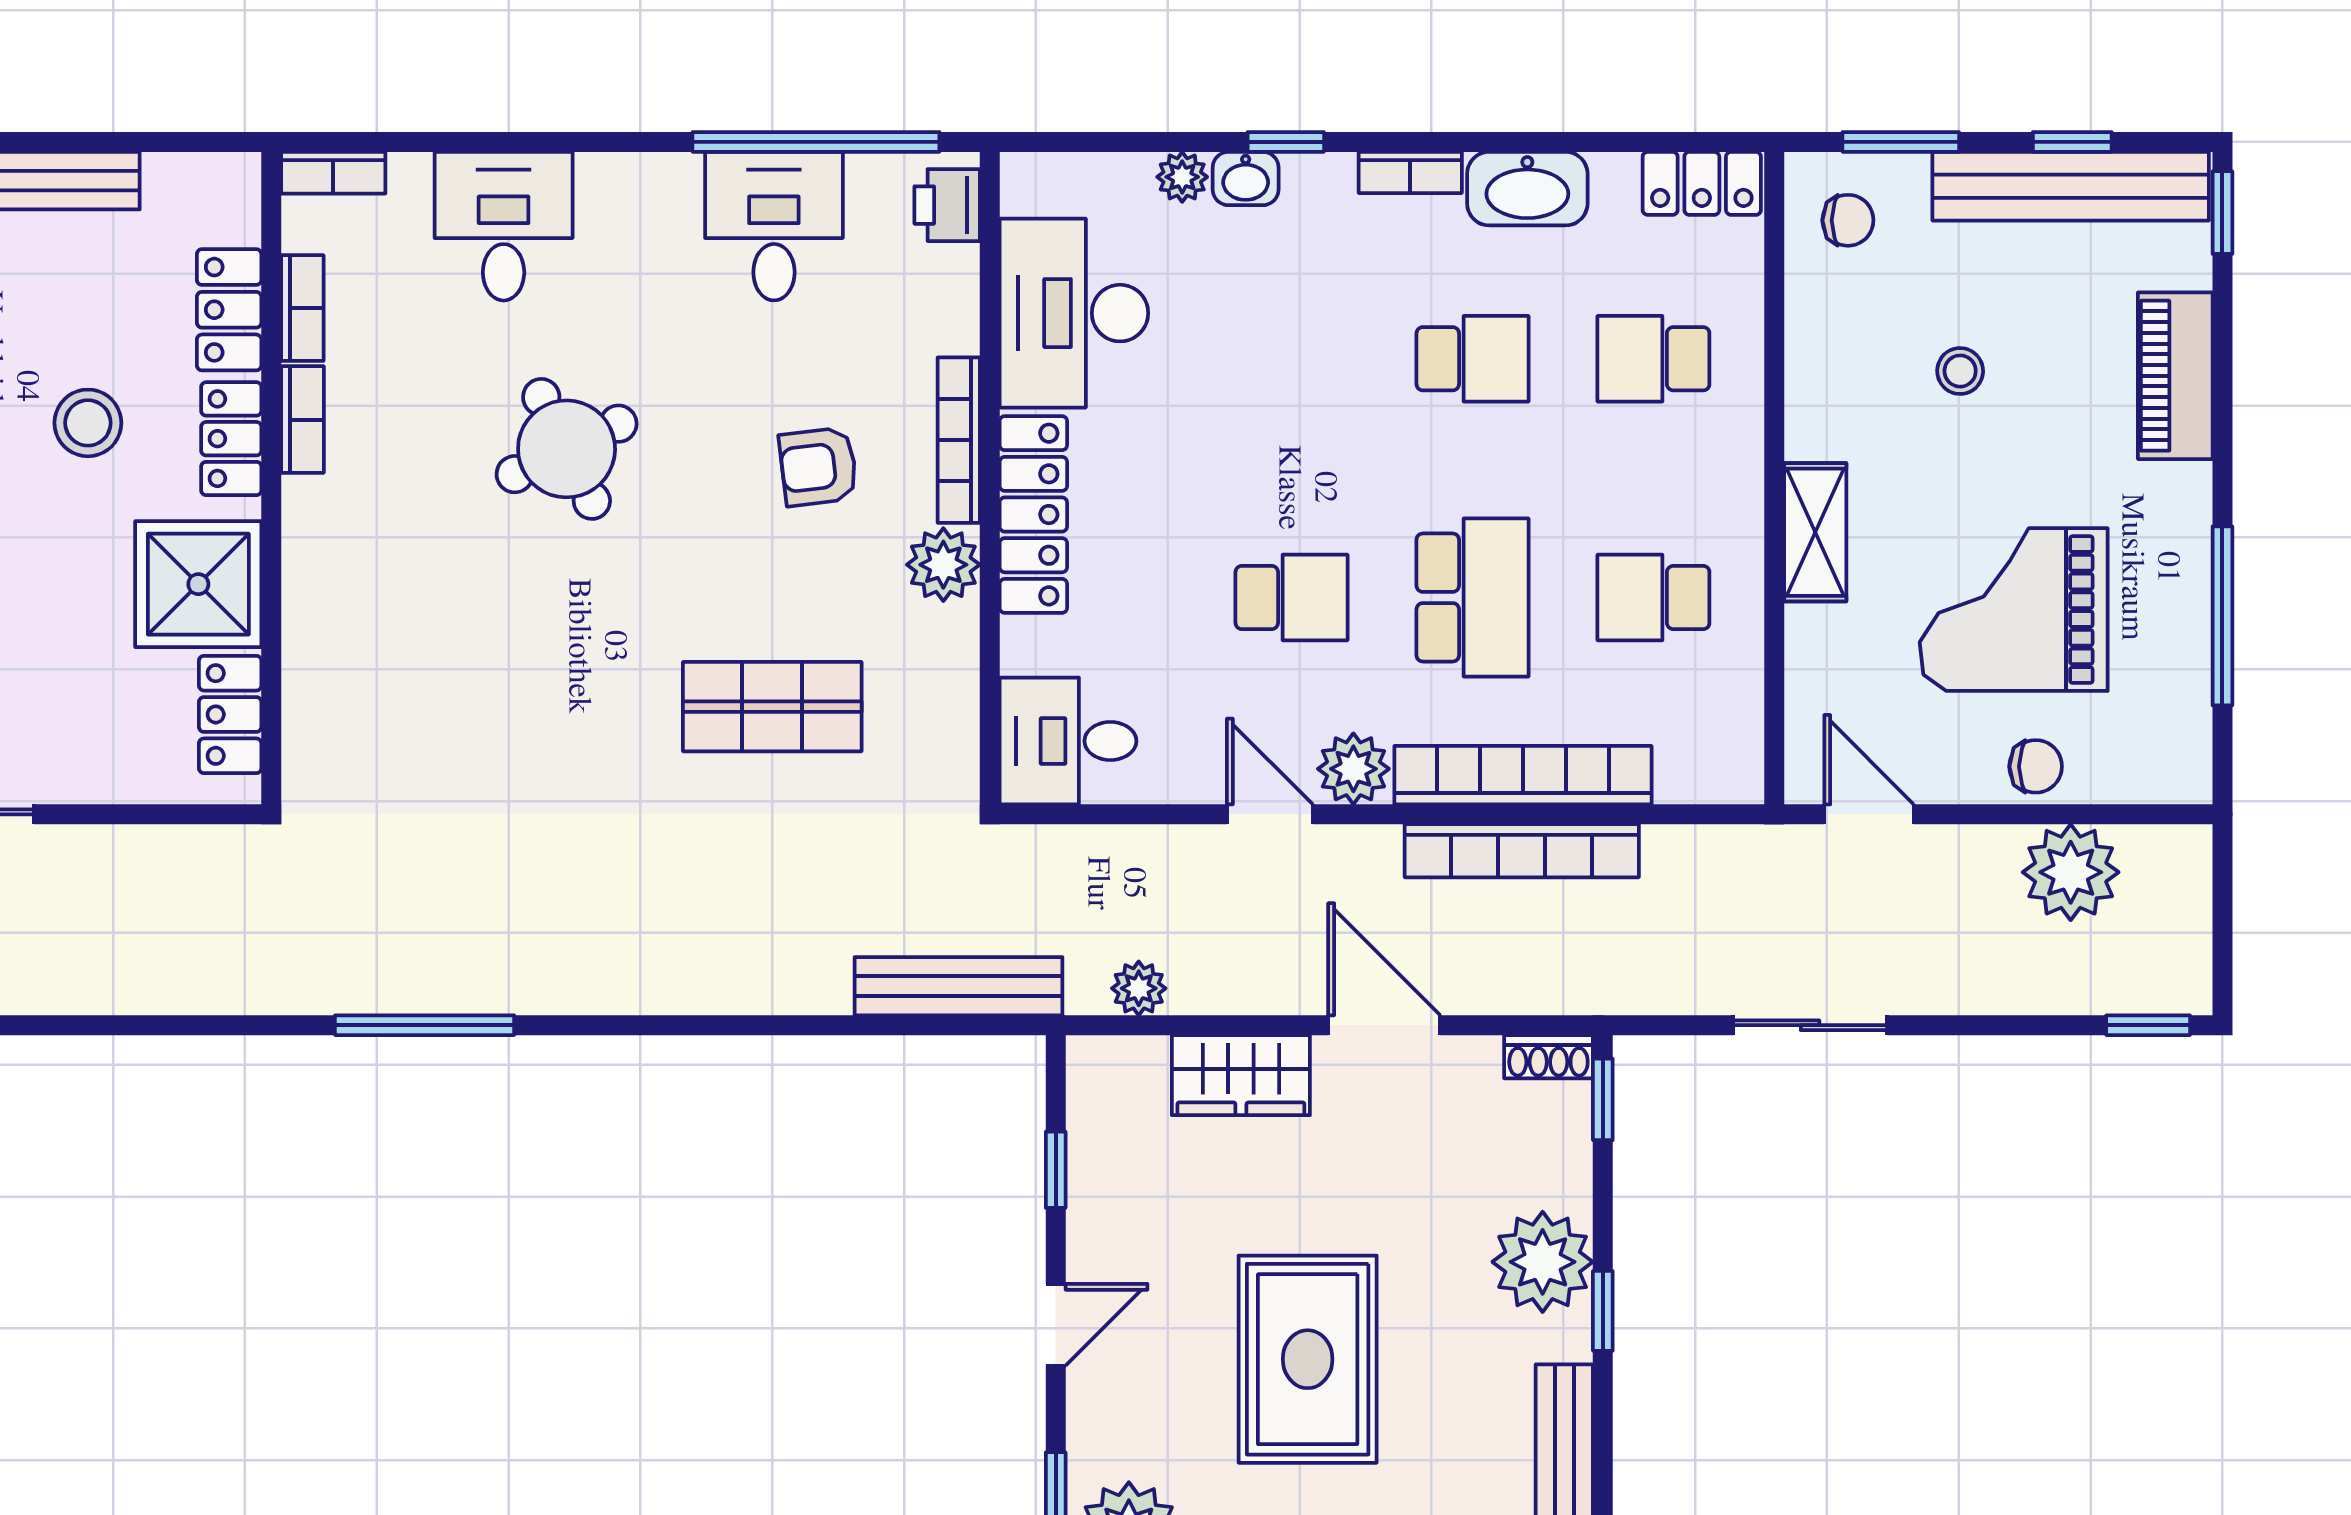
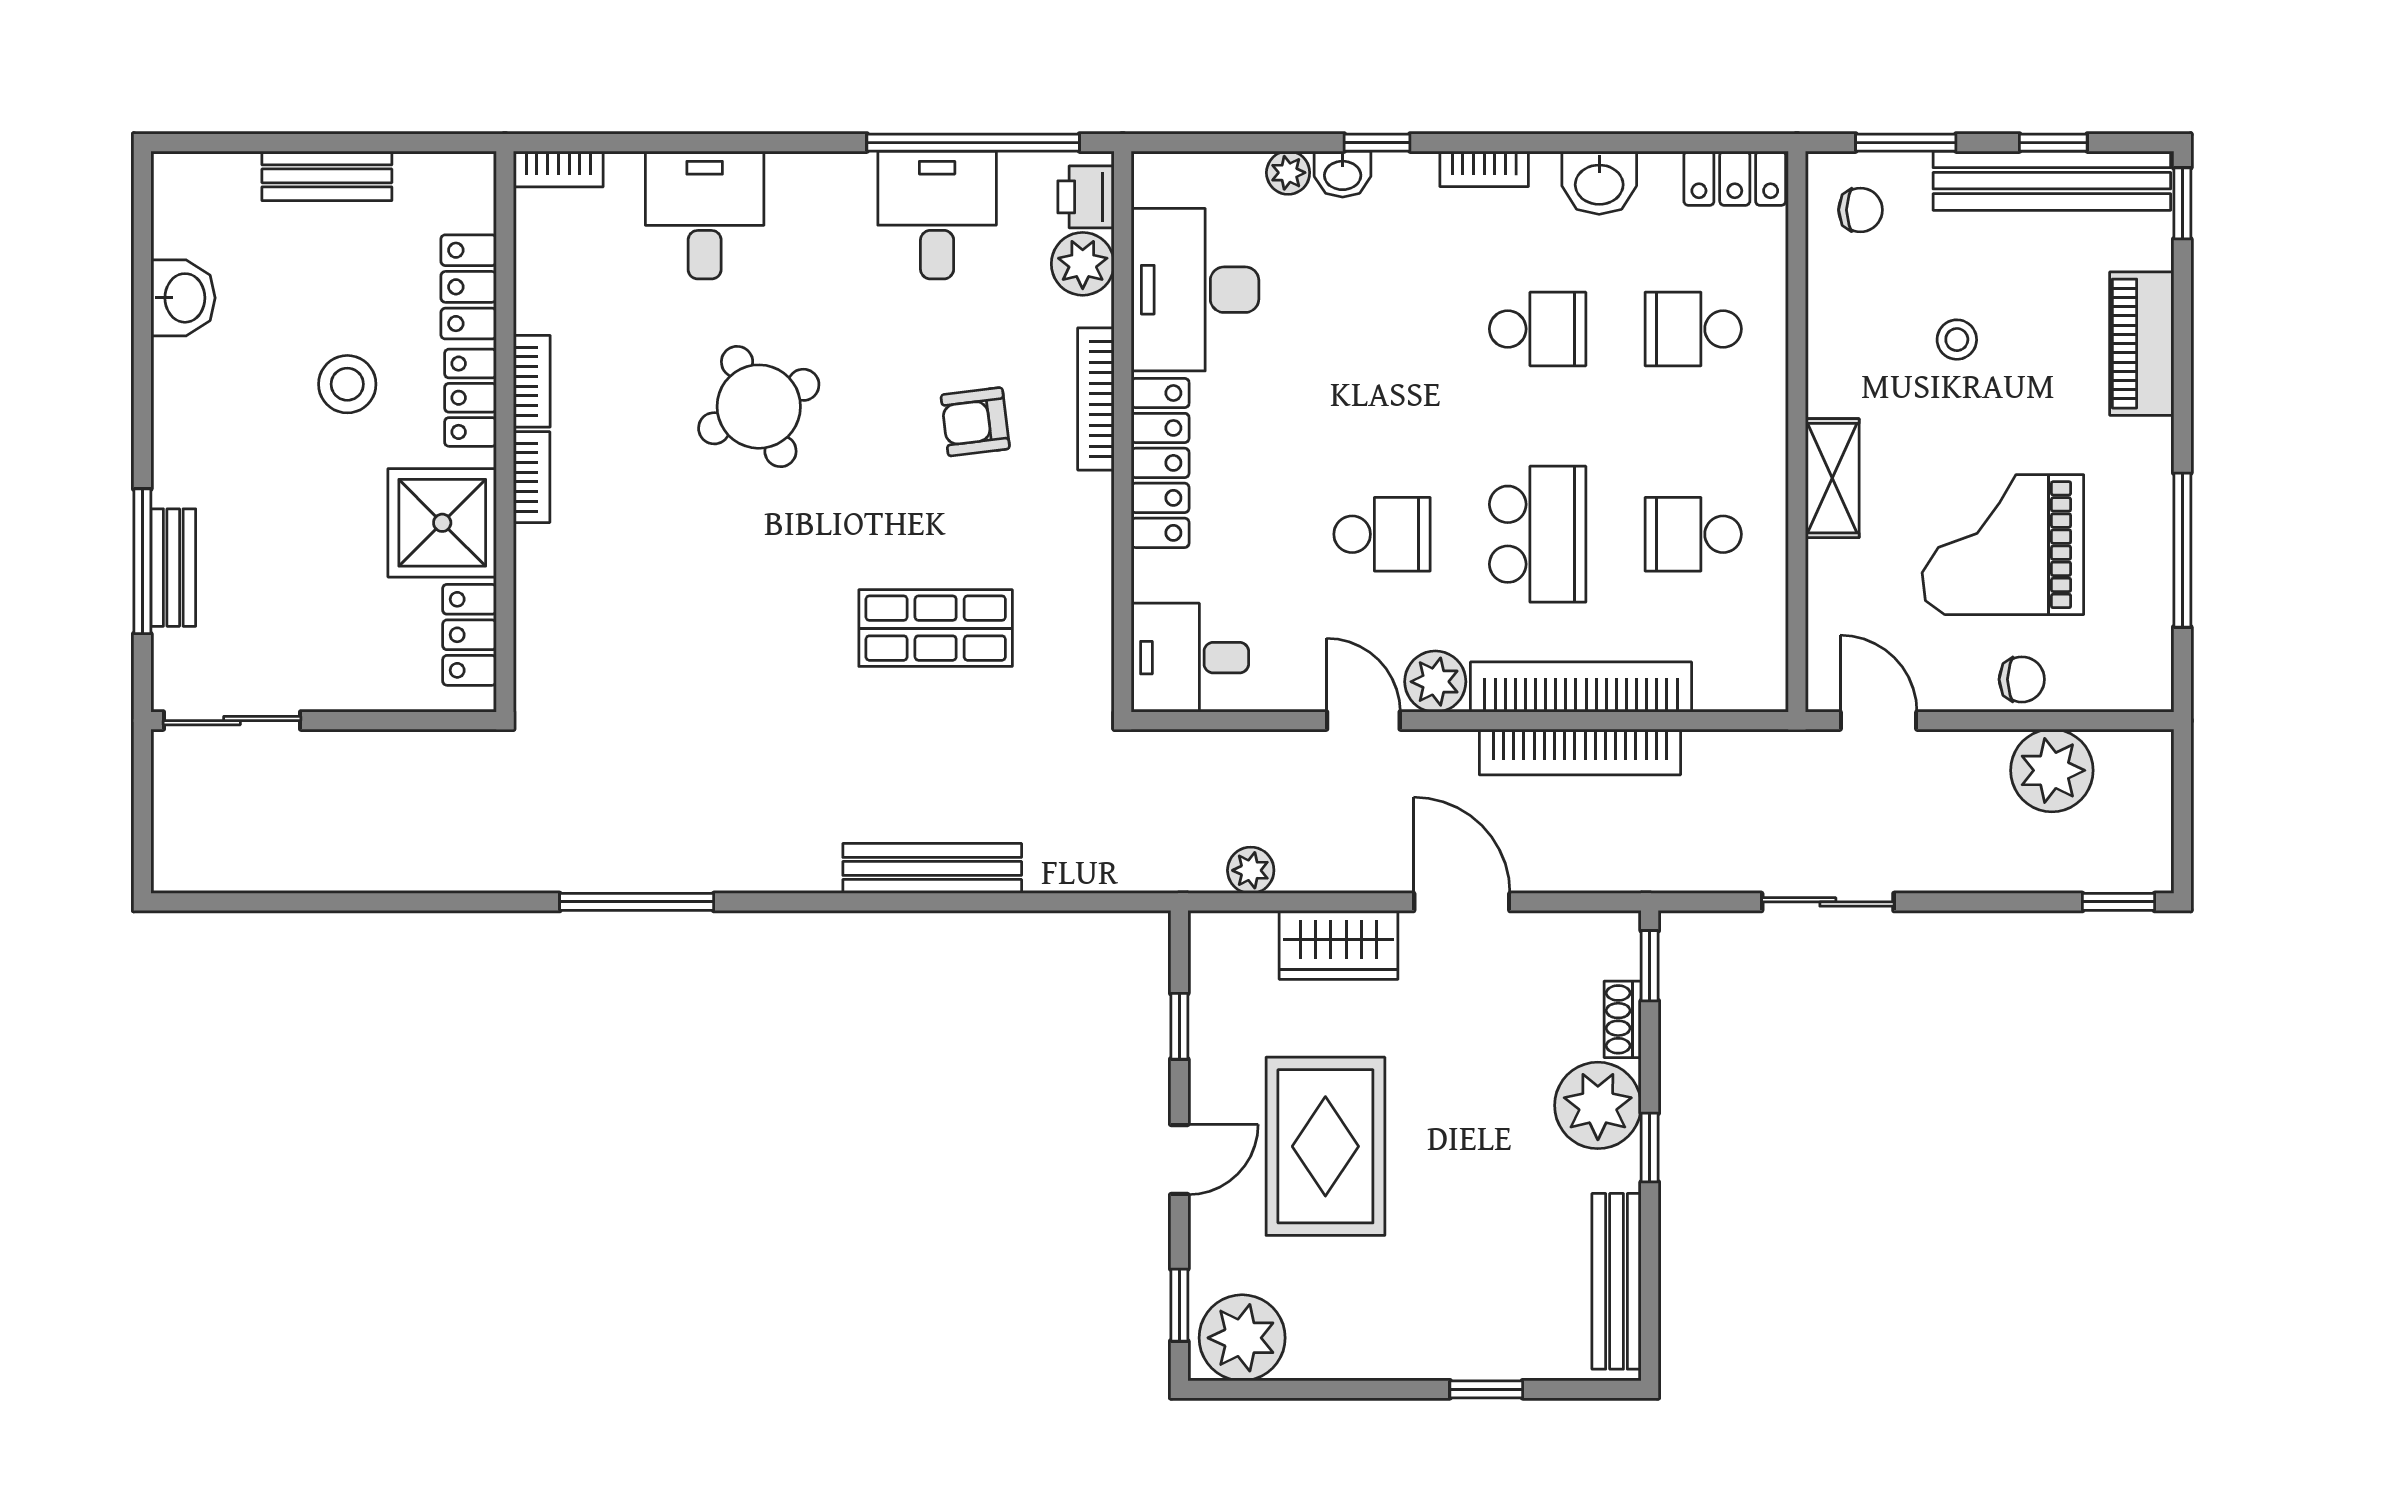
washbasin: (1527, 189) -> (1599, 183), width x0.72
bookcase: (302, 308) -> (532, 477), moved
plant: (943, 565) -> (1083, 264), moved
bench: (958, 986) -> (932, 868), moved
shoe rack: (1548, 1057) -> (1623, 1019), moved, turned 90
rug: (1308, 1359) -> (1325, 1146), moved

